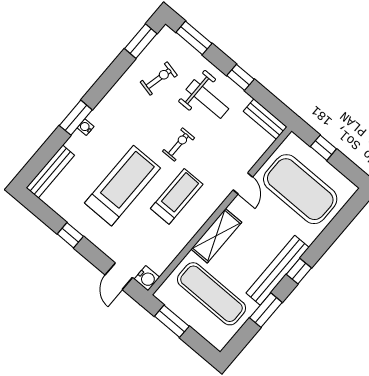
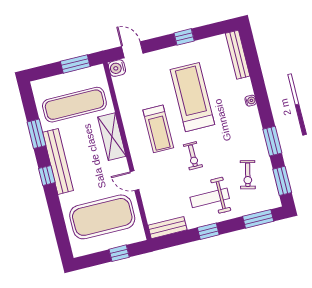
window: (76, 118) -> (272, 141), moved
treadmill: (122, 186) -> (192, 97), turned 180

